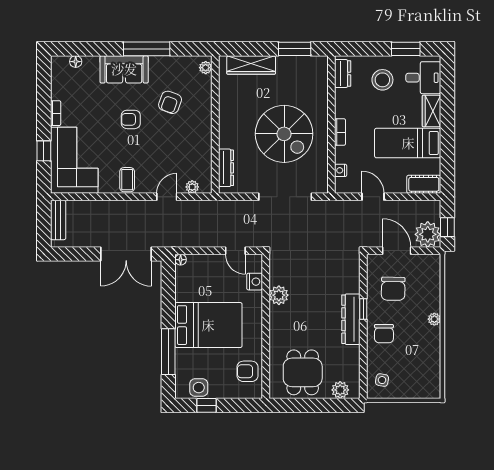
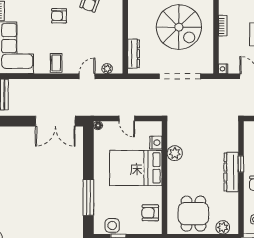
nightstand: (341, 170) -> (223, 69), moved
door: (235, 251) -> (127, 118), moved
bed: (208, 325) -> (136, 168), moved, turned 180

